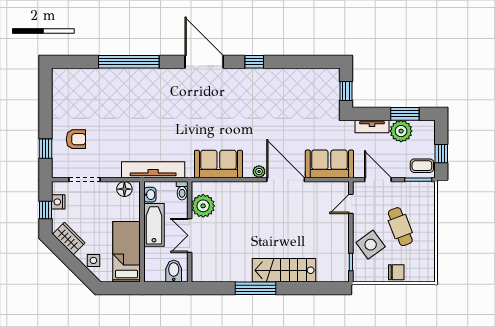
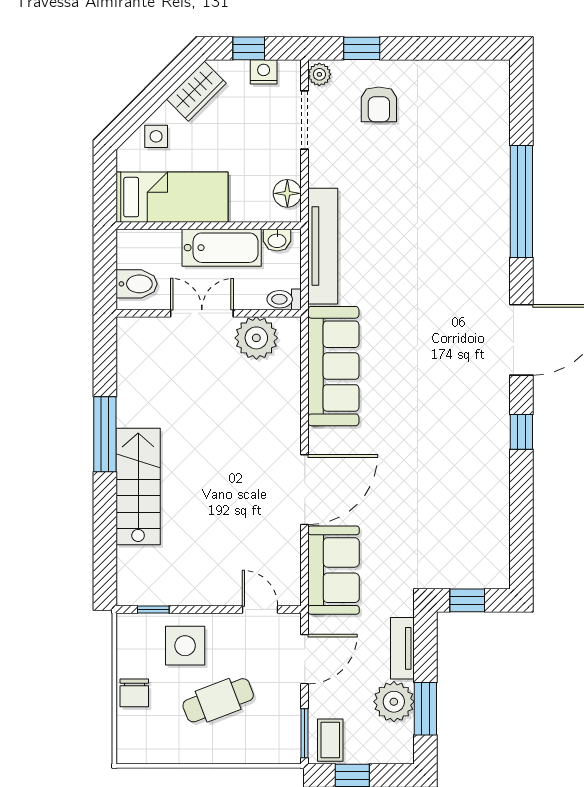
sofa: (218, 164) -> (333, 366), width x1.36
plant: (259, 172) -> (319, 74), moved
side table: (371, 245) -> (185, 646), turned 36

